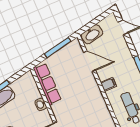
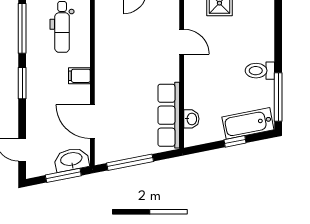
window: (93, 23) -> (63, 175), added
washbasin: (41, 104) -> (191, 119), moved

